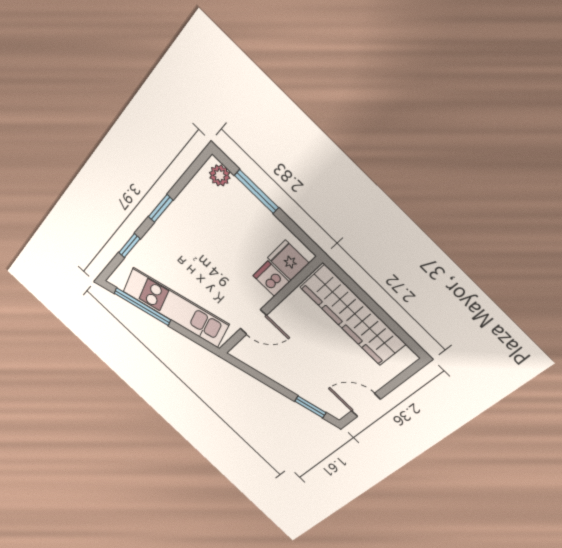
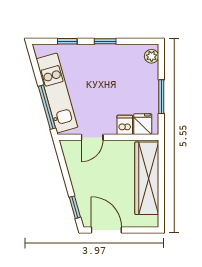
window: (256, 191) -> (161, 97), moved
window: (142, 307) -> (47, 107), moved
door: (253, 322) -> (92, 137), hinge flipped
door: (366, 405) -> (106, 230), width x1.38

